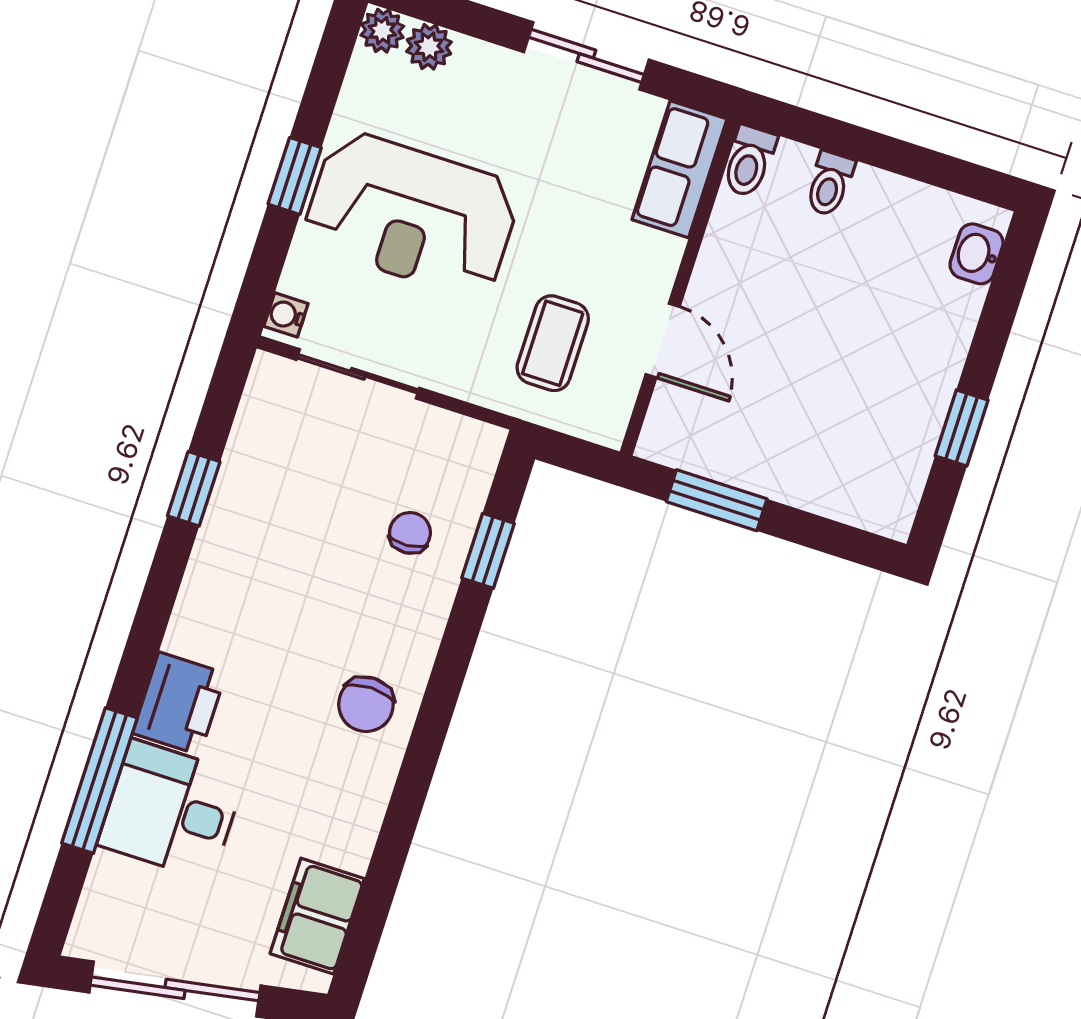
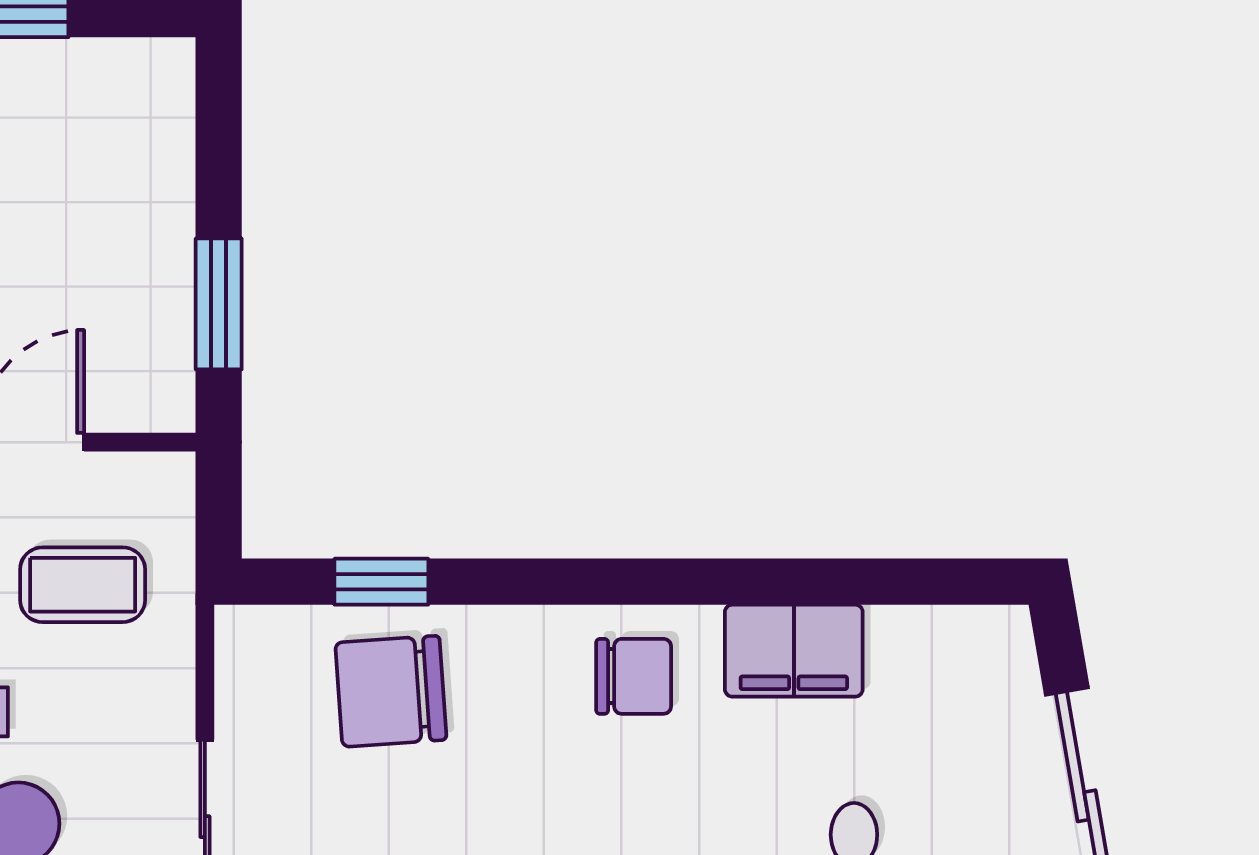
chair: (410, 533) -> (391, 691), width x1.87, depth x1.87
filing cabinet: (317, 916) -> (794, 651), moved

